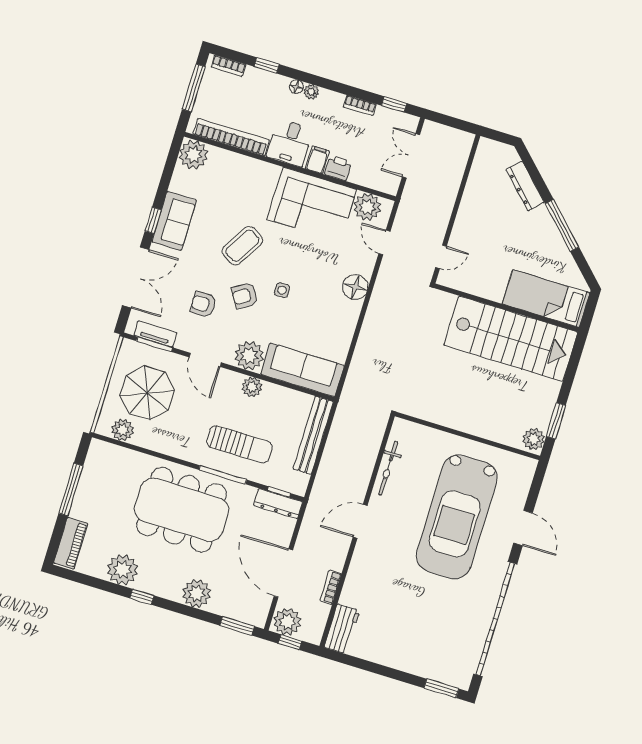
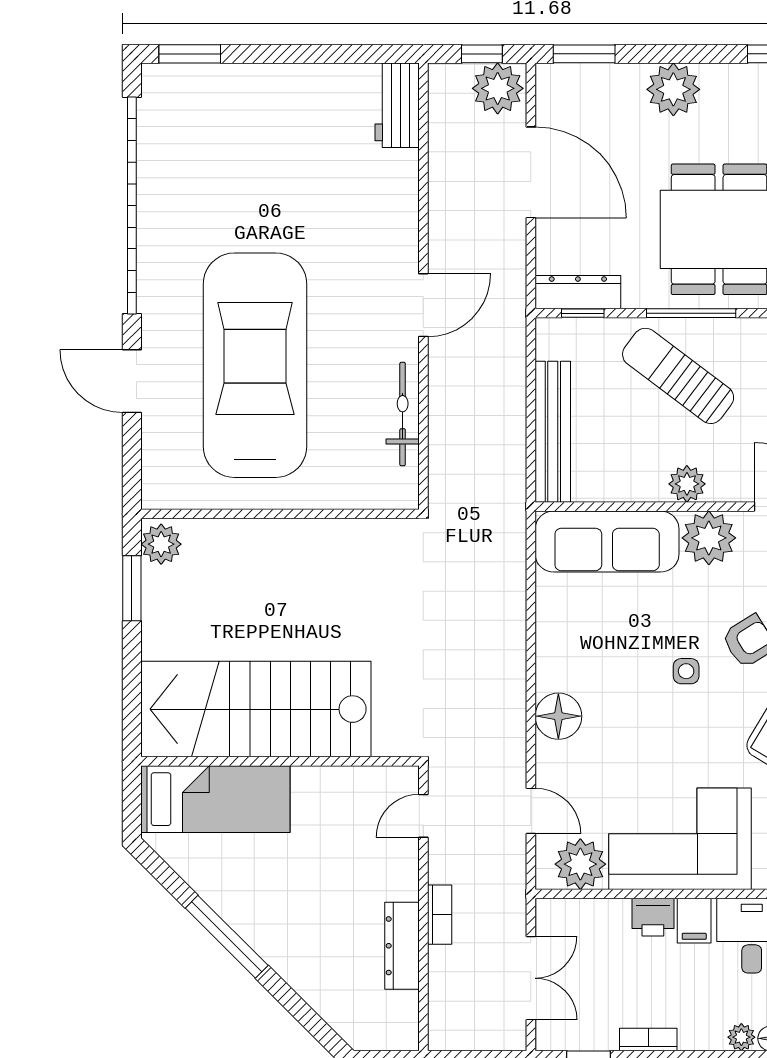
dresser: (525, 186) -> (402, 946), moved, turned -135
sun lounger: (239, 444) -> (678, 376), turned 37
bookcase: (331, 587) -> (440, 915), moved

